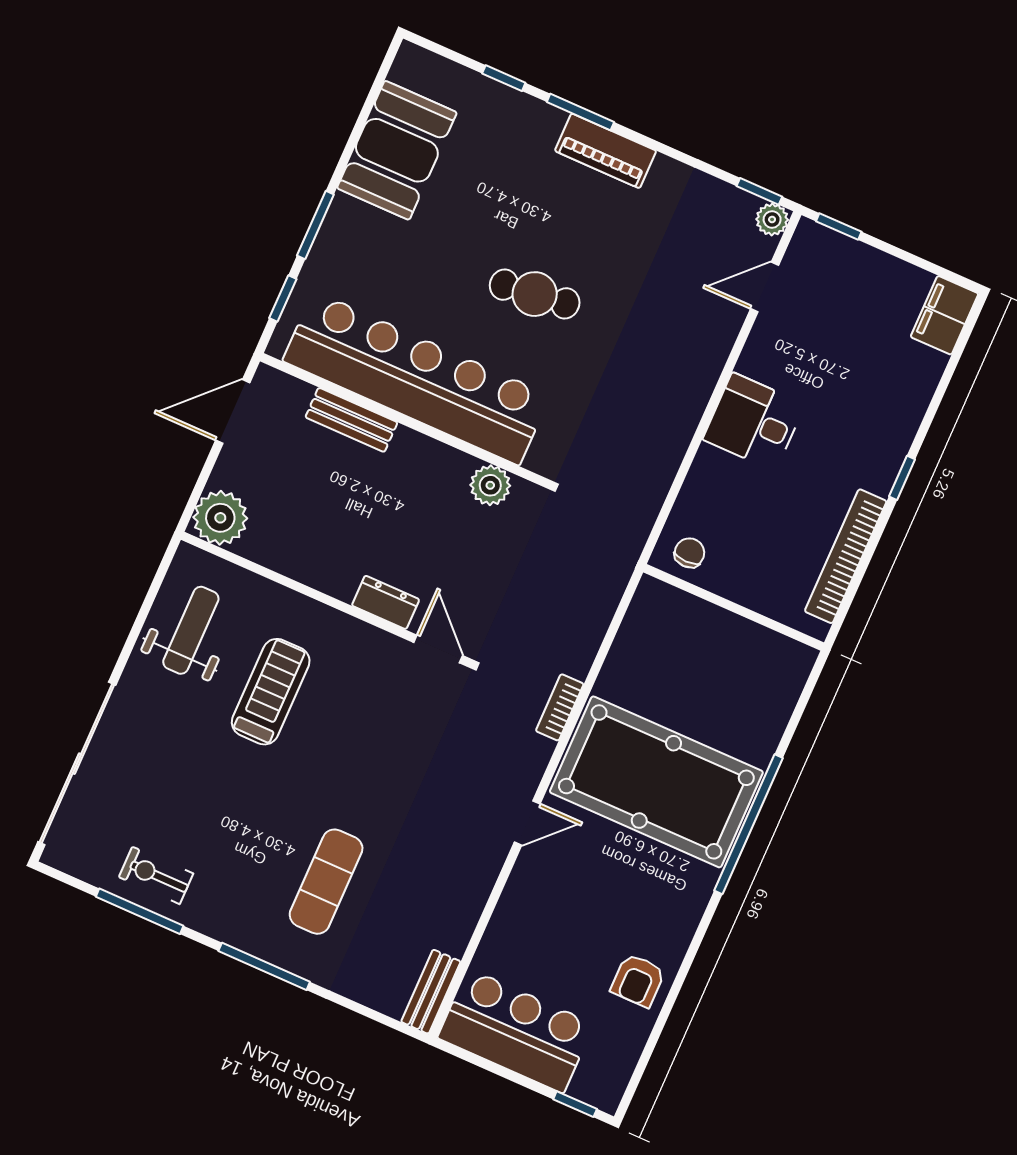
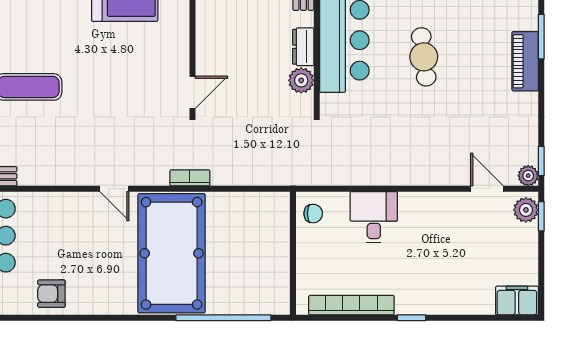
plant: (820, 245) -> (526, 210), added
desk: (754, 422) -> (374, 217), moved
dresser: (386, 602) -> (303, 47), moved, turned 180
window: (748, 824) -> (223, 318), moved

